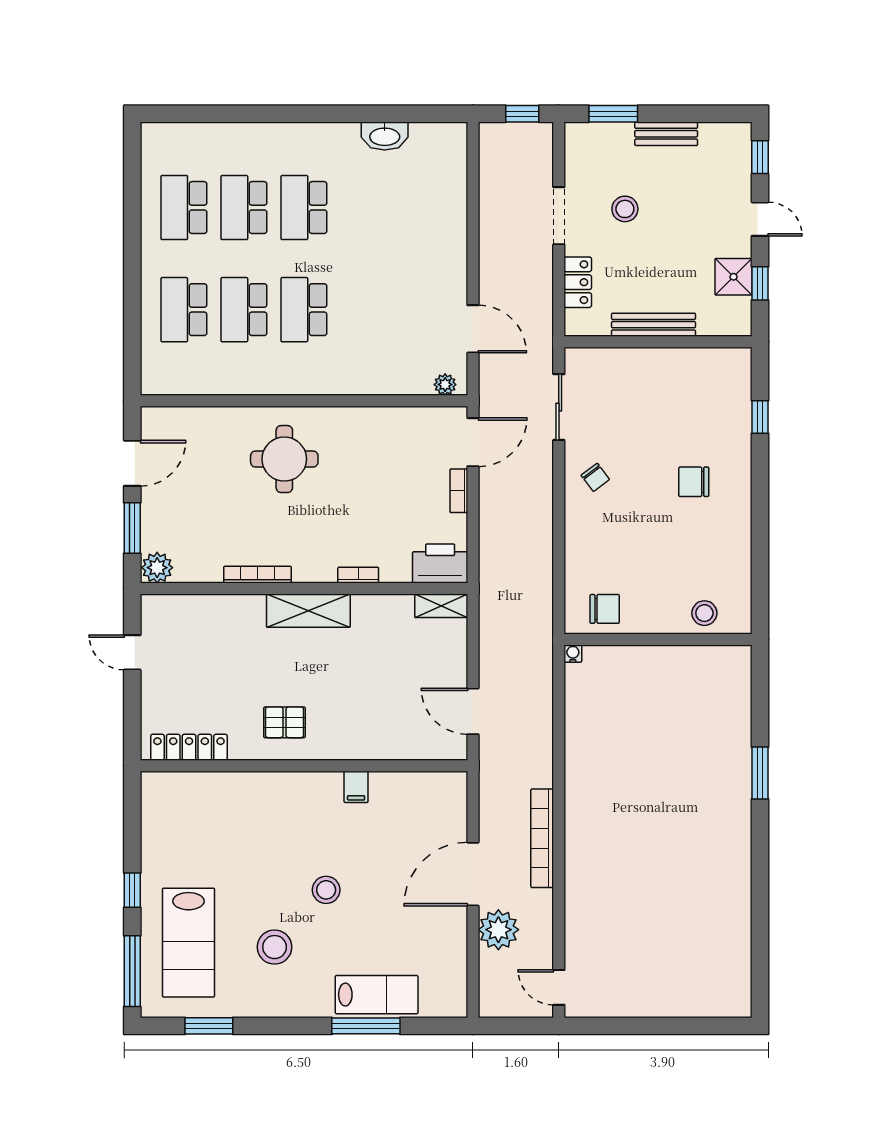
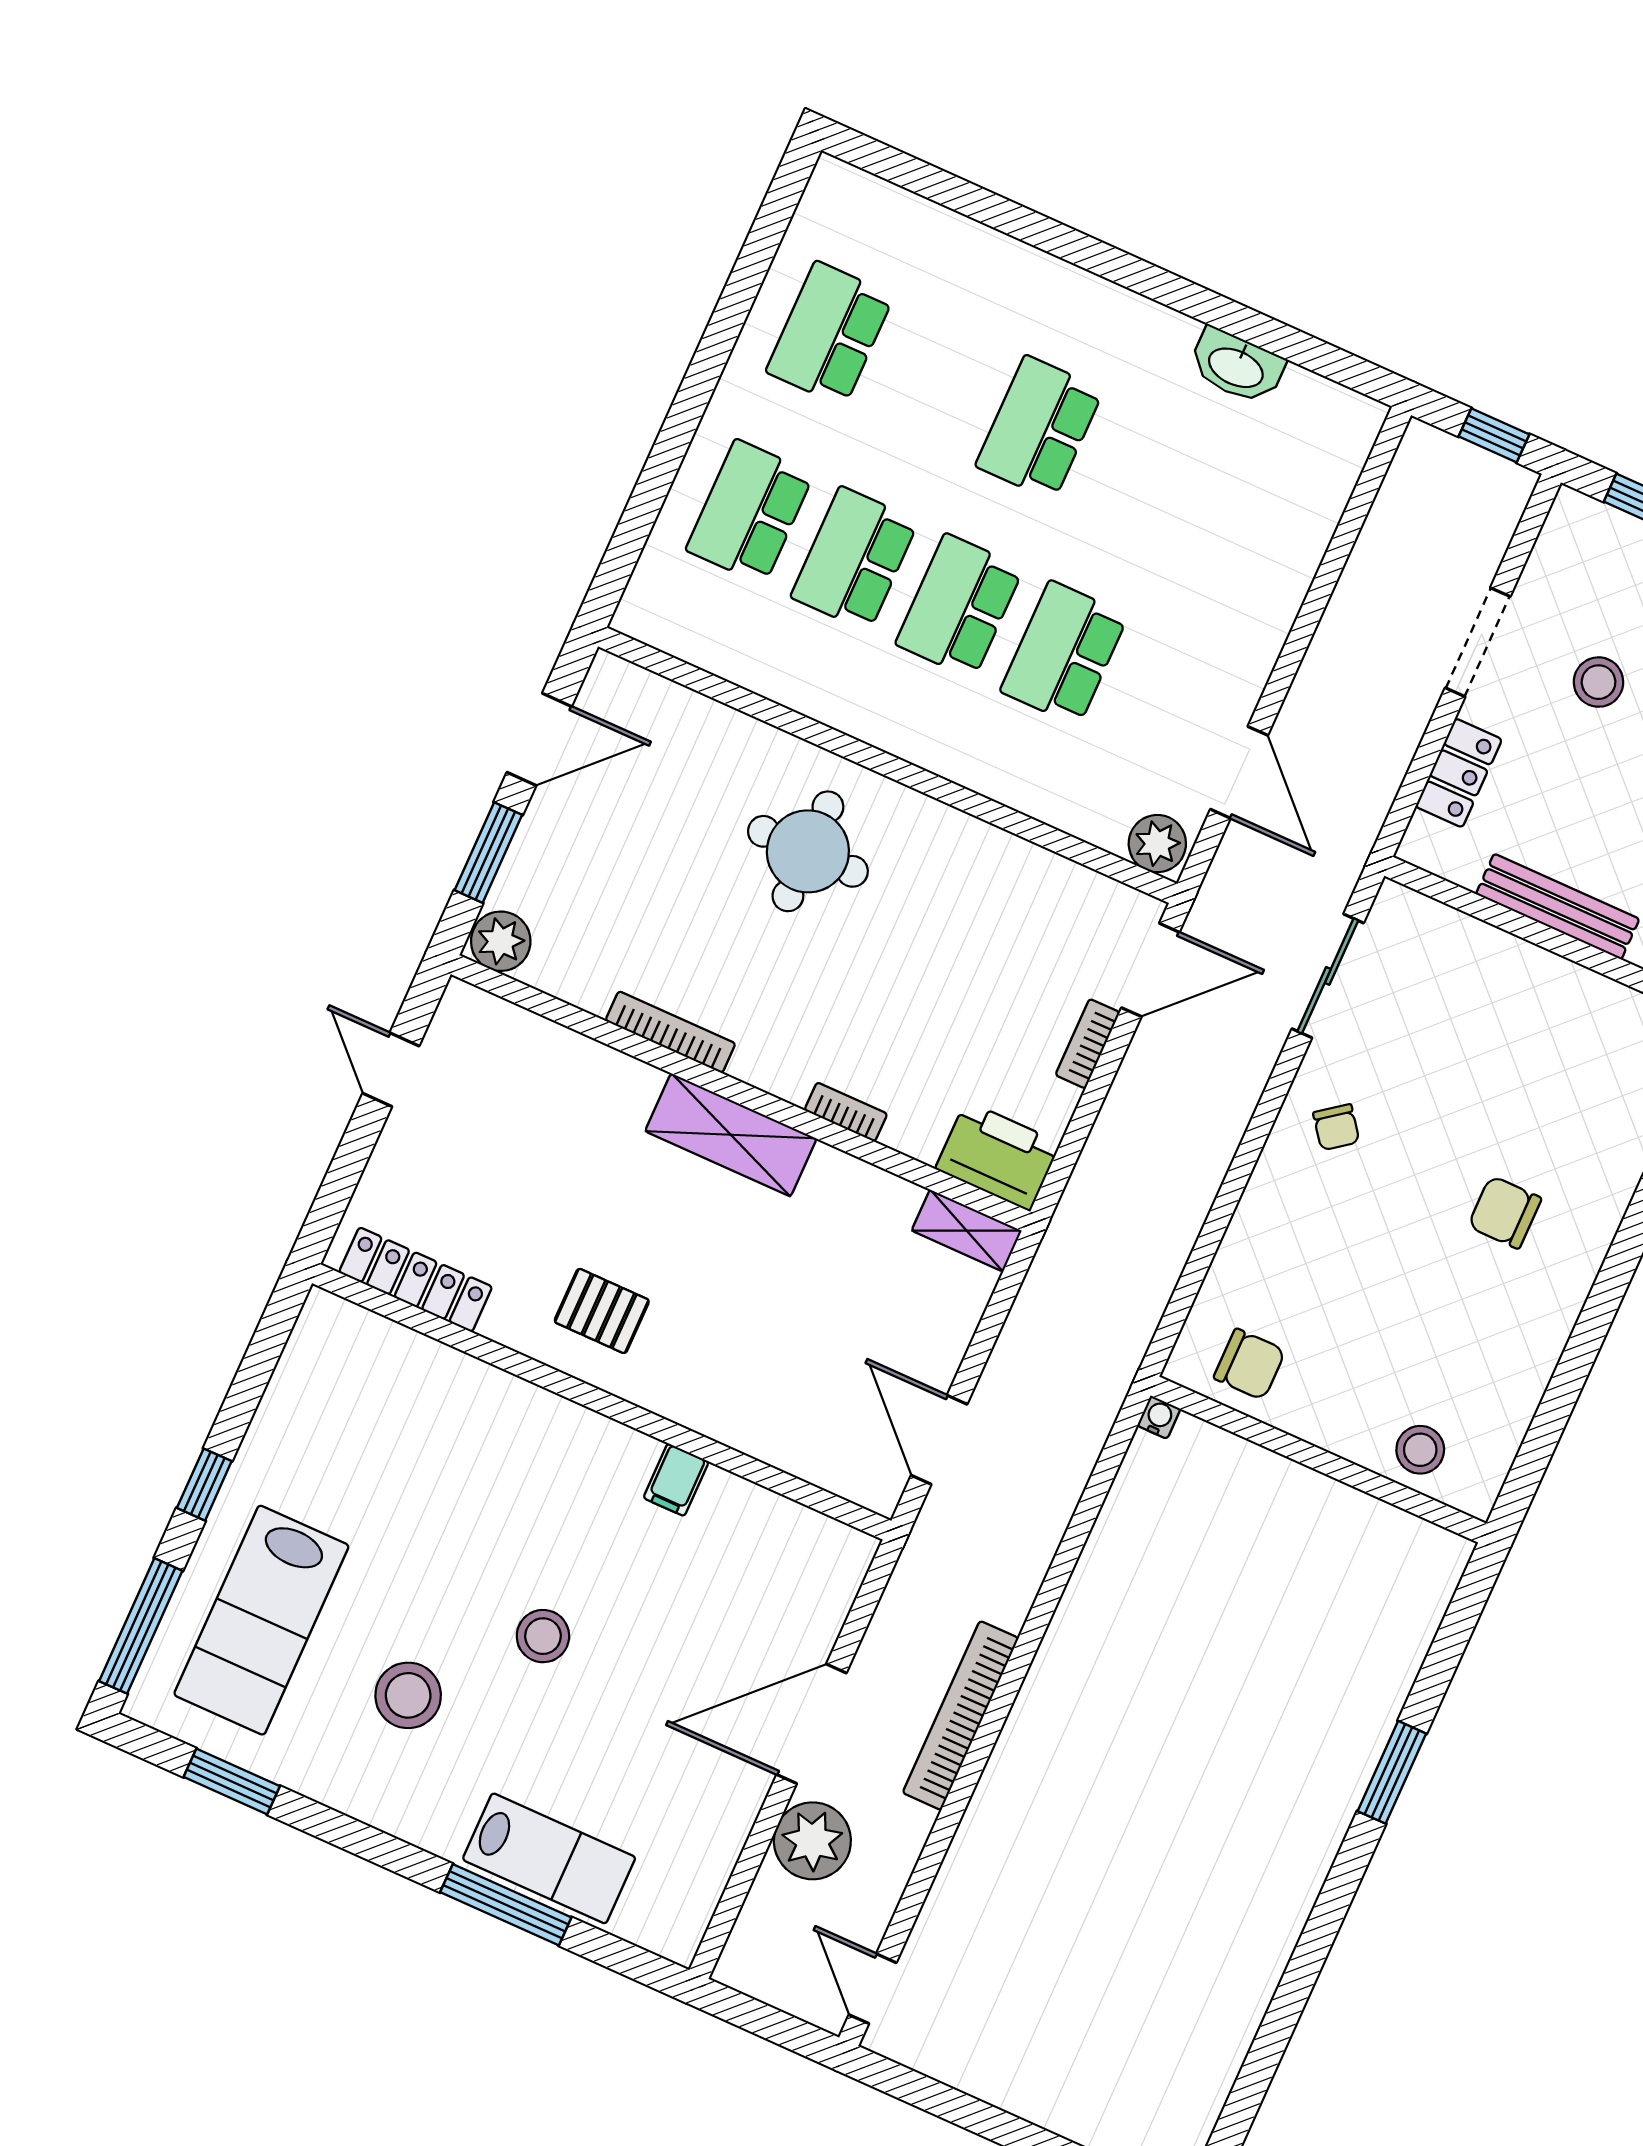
school desk: (244, 208) -> (1064, 653), moved
plant: (445, 385) -> (1157, 844), width x1.38, depth x1.38

